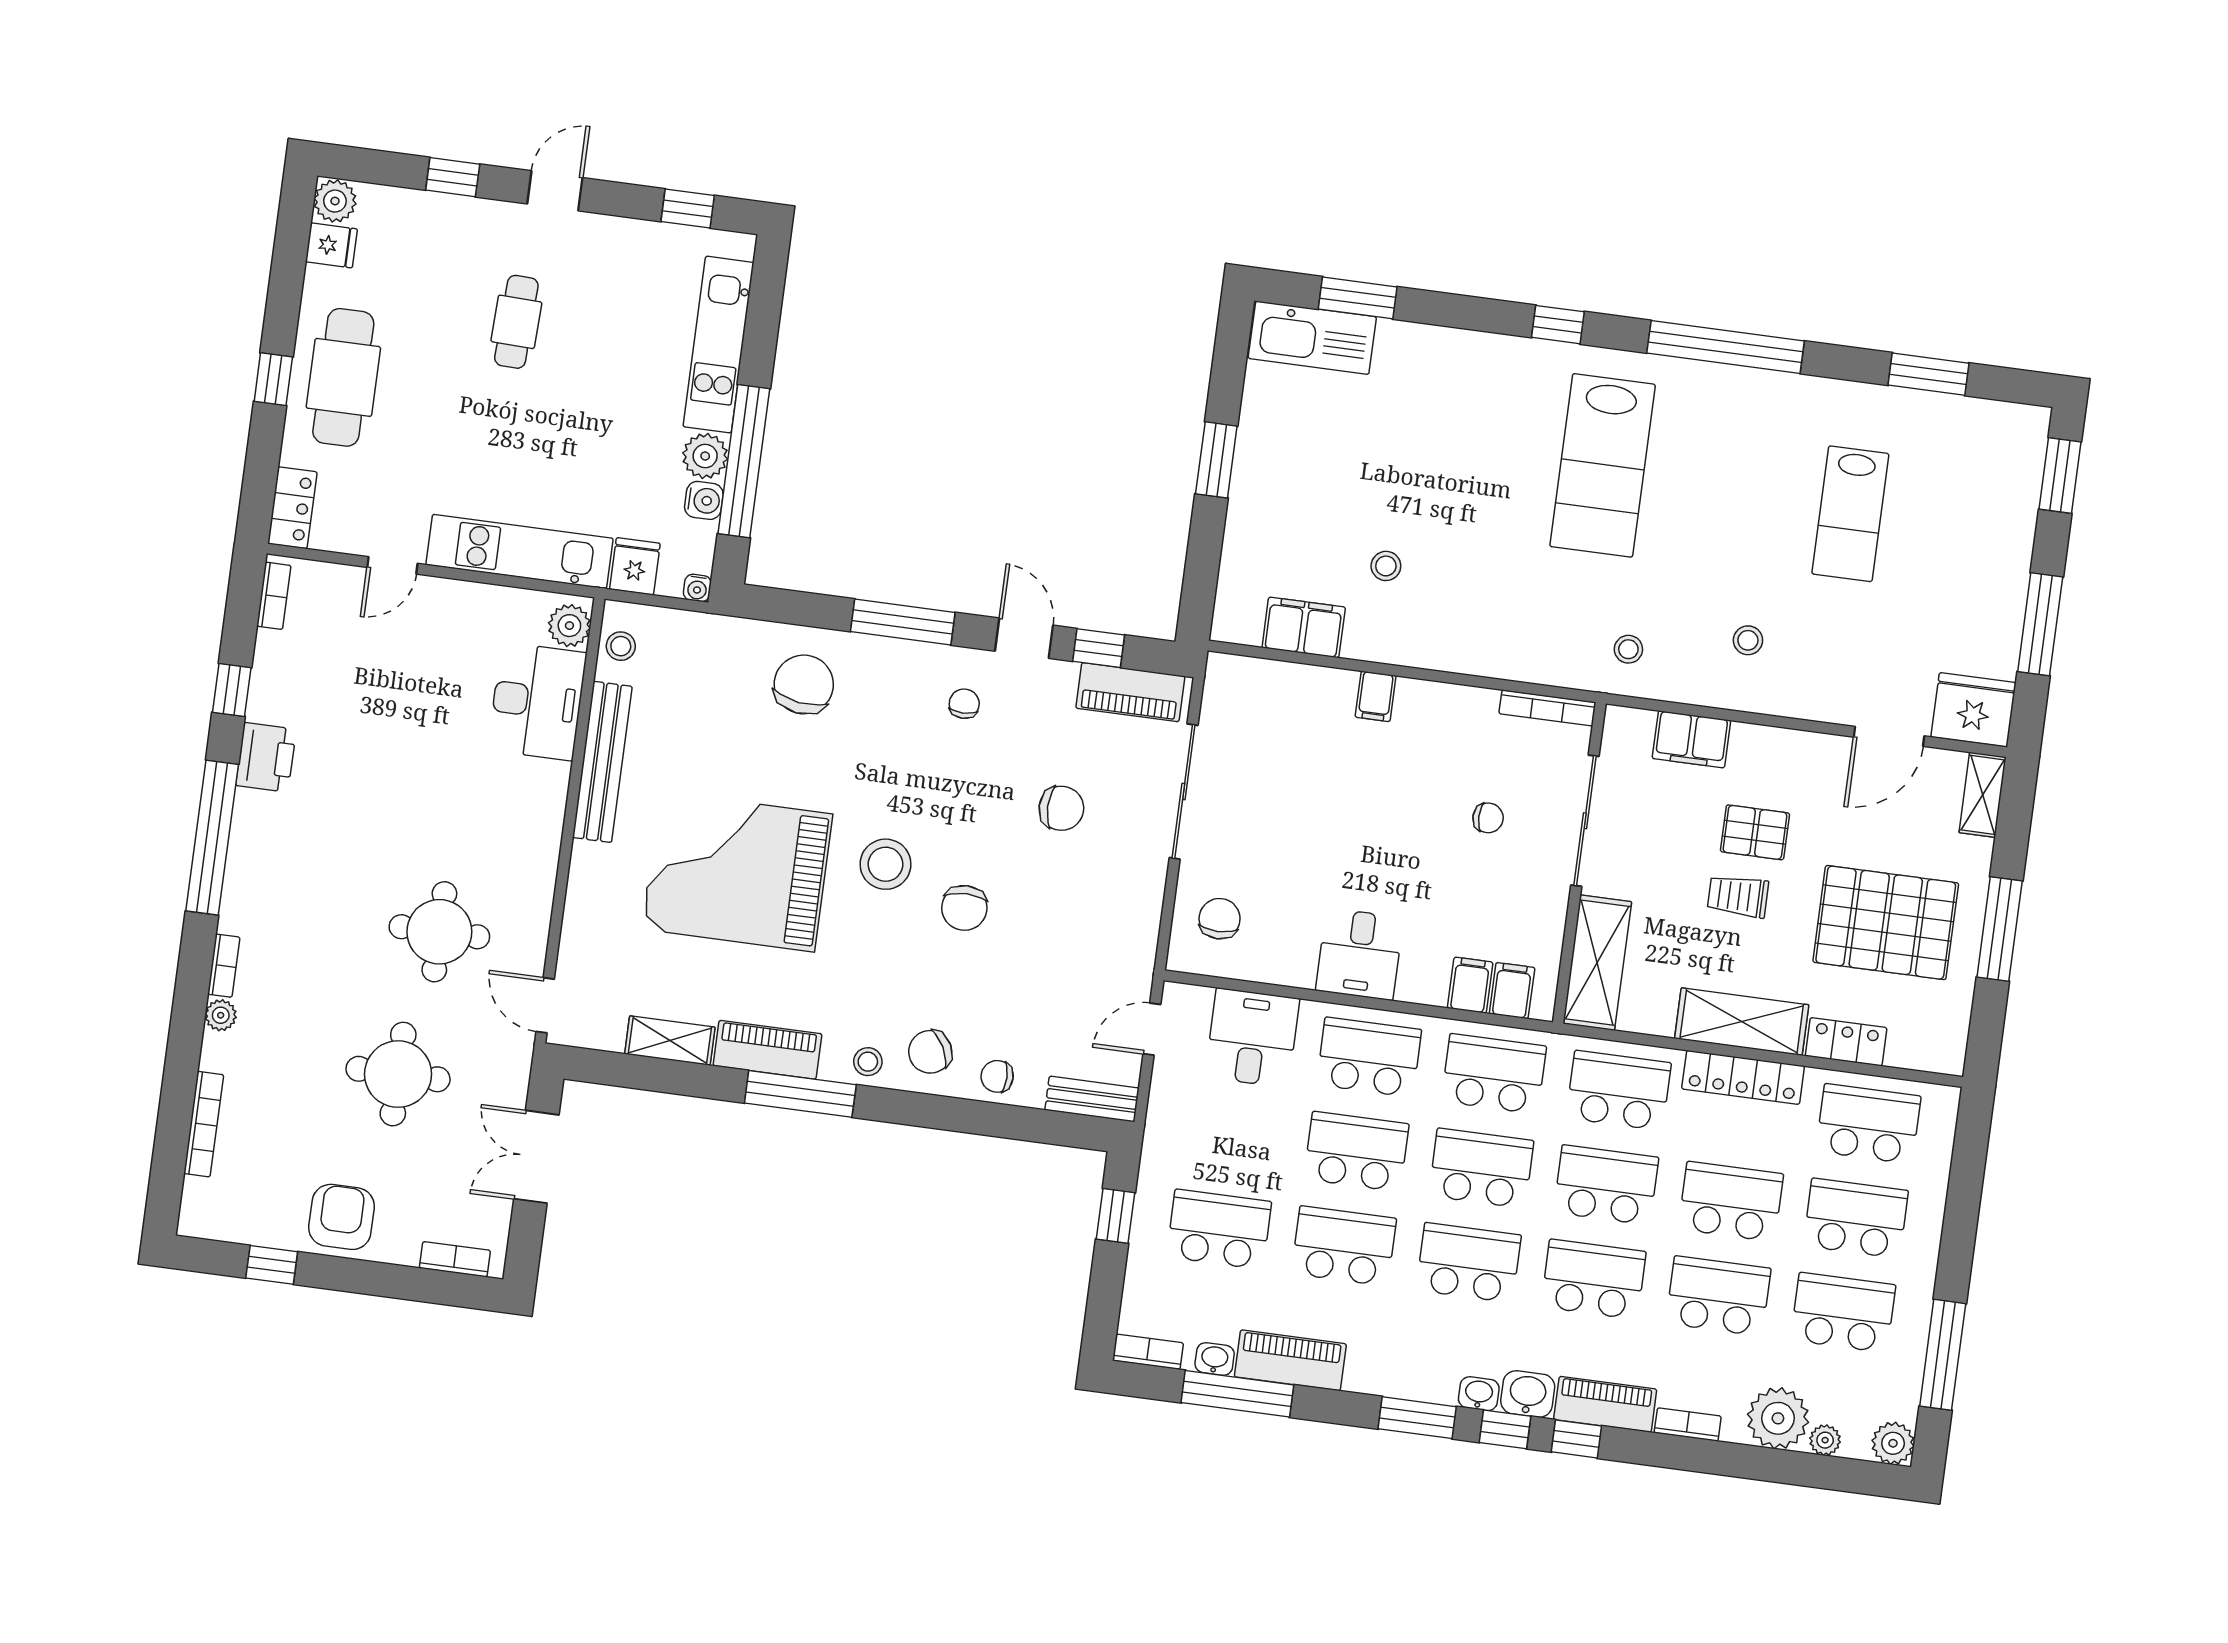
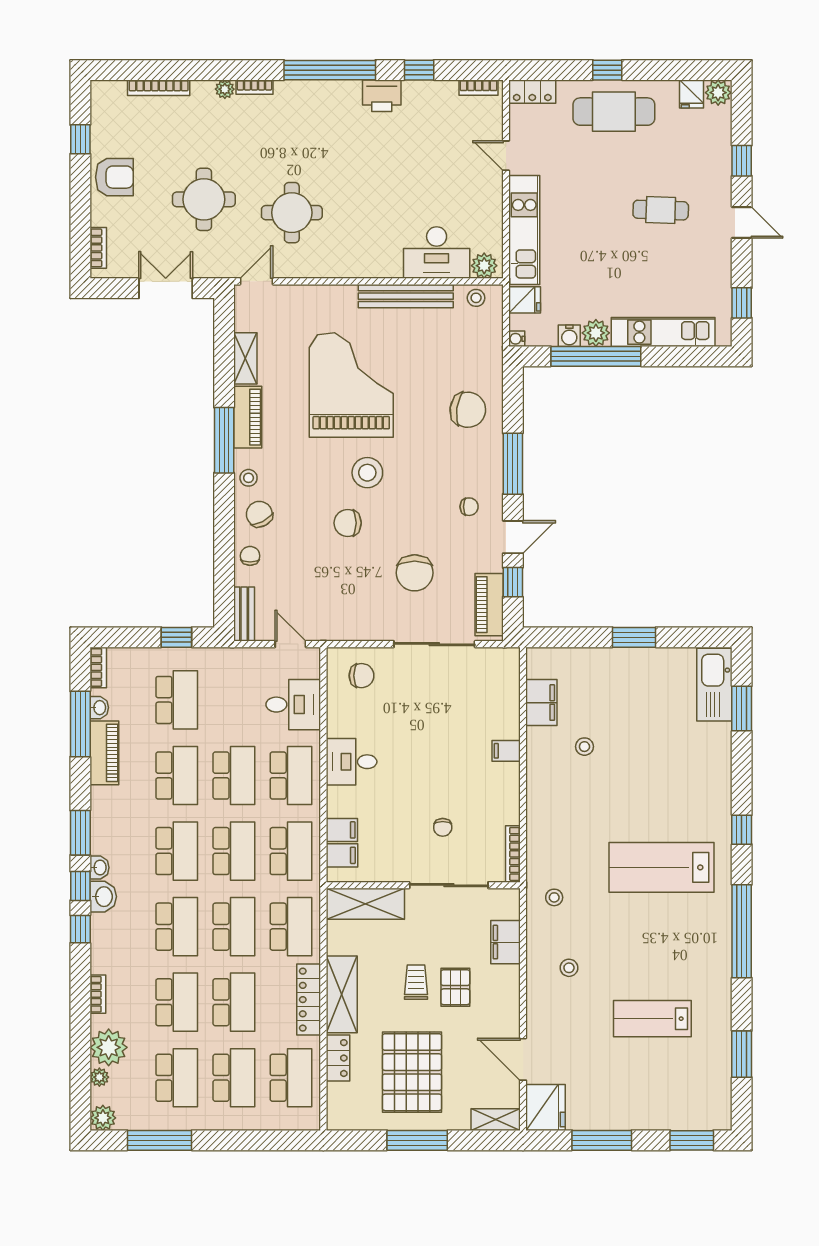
chair: (1061, 808) -> (415, 573), width x1.37, depth x1.37
piano: (1605, 1404) -> (103, 944), removed

